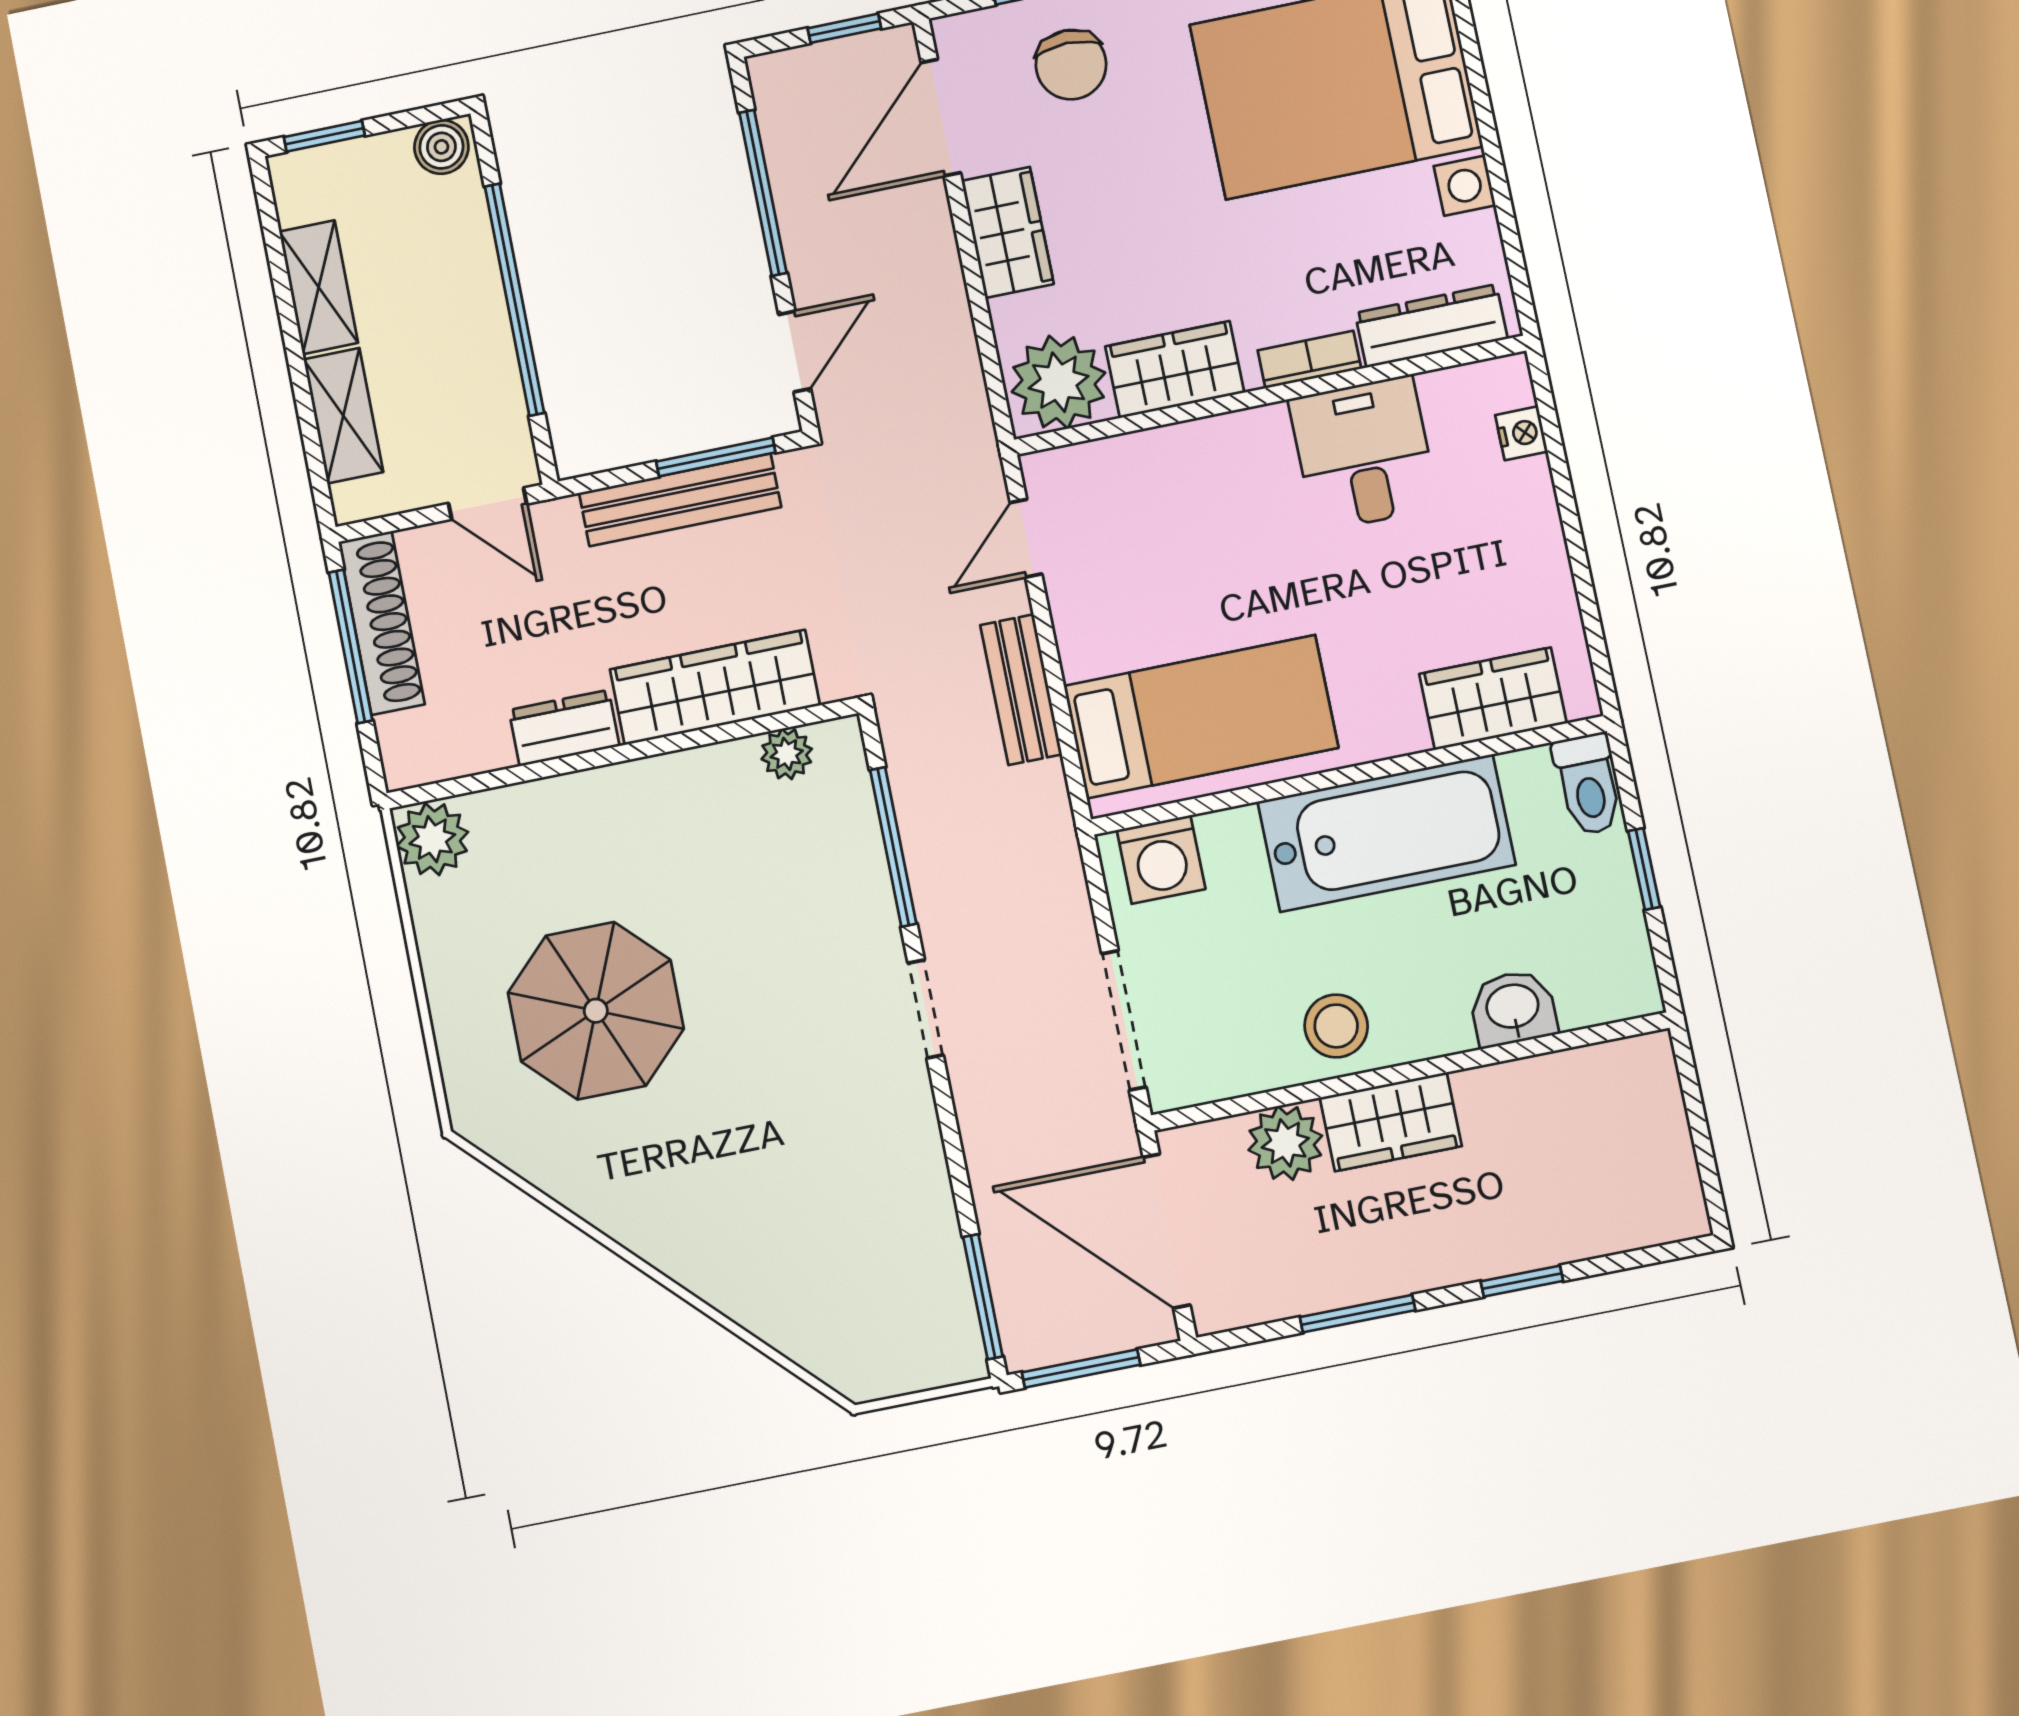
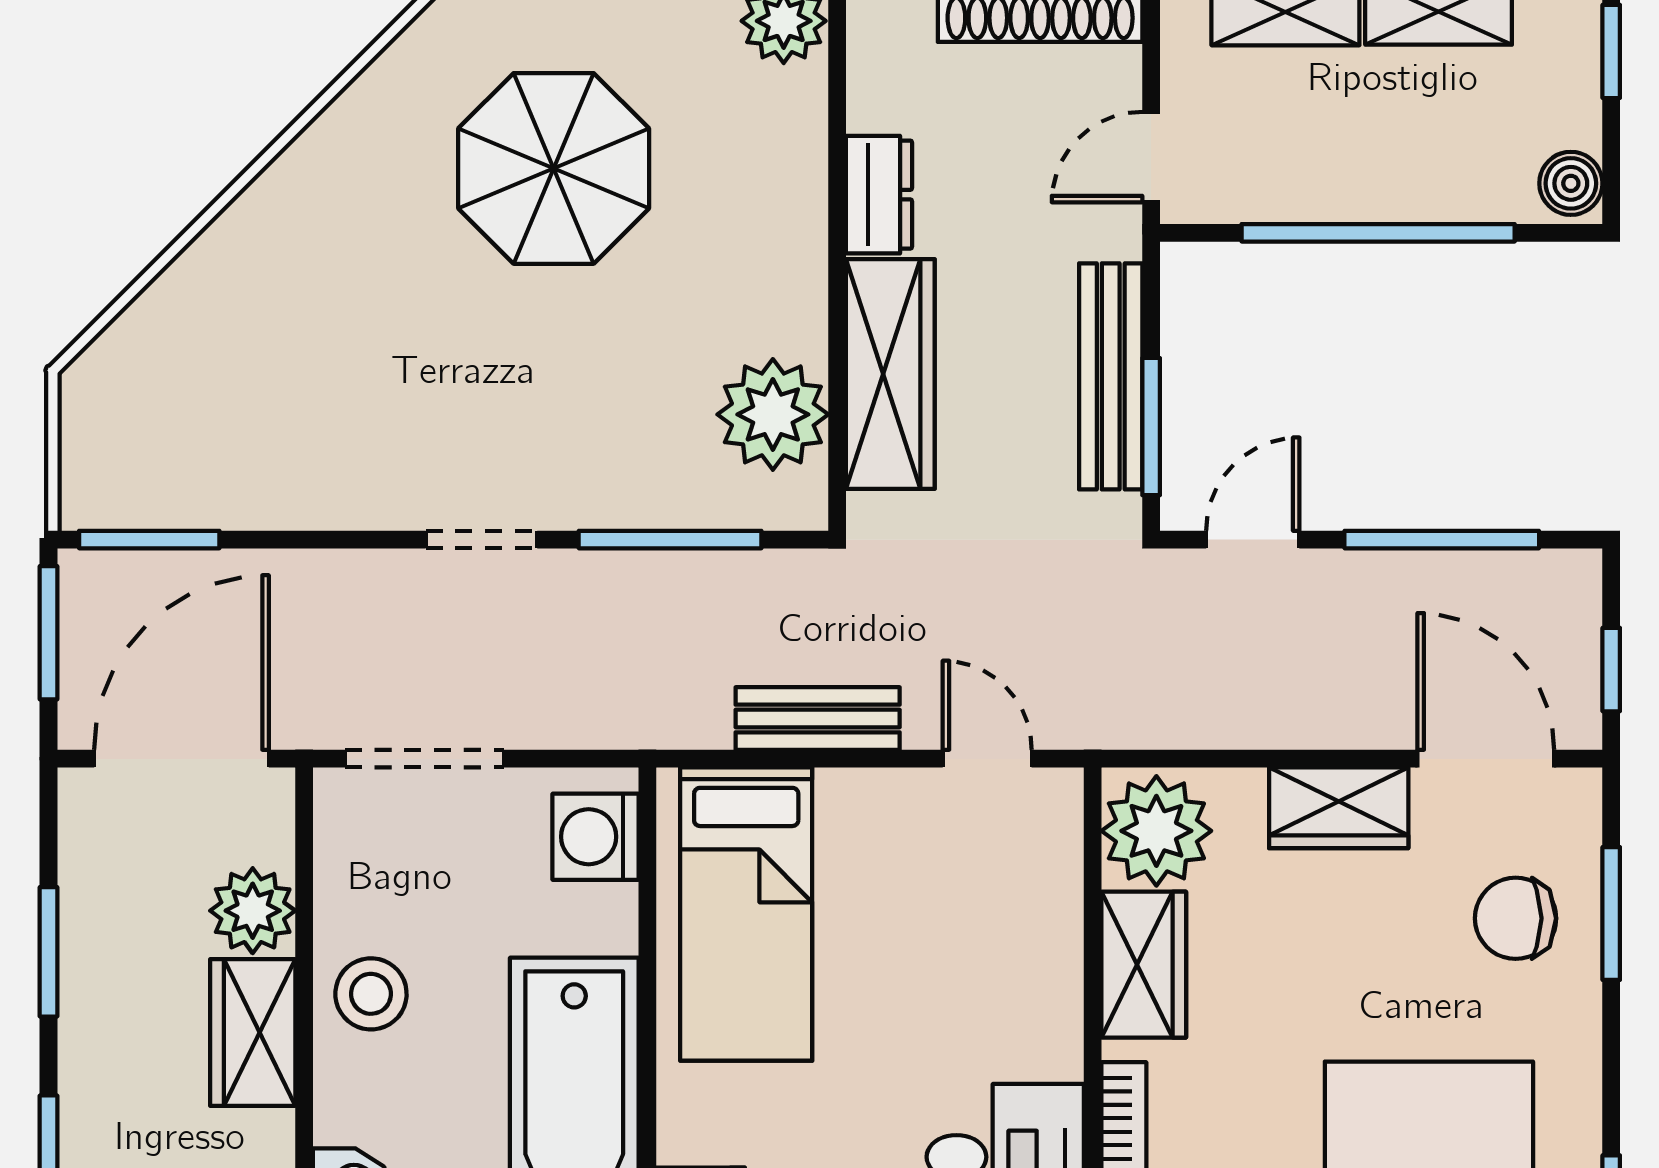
door: (795, 352) -> (1253, 540), swing flipped
plant: (787, 754) -> (773, 414), width x1.87, depth x1.87

